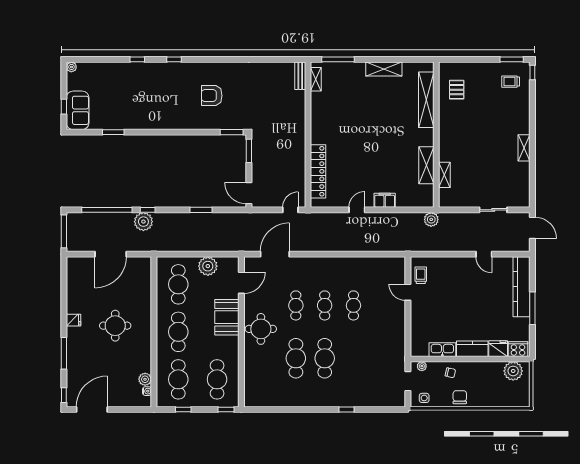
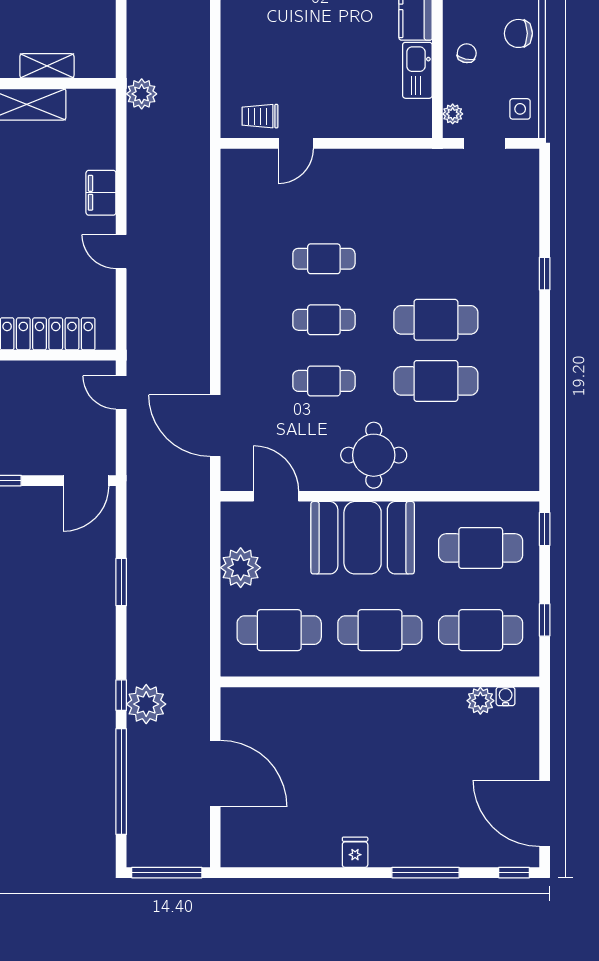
booth: (227, 317) -> (363, 538), width x1.36, depth x1.42
round table: (115, 326) -> (367, 764), removed

